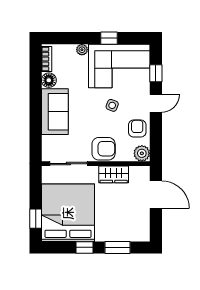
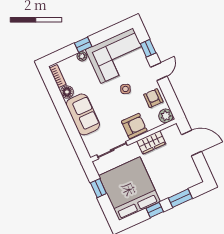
window: (109, 38) -> (83, 45), moved
window: (36, 219) -> (98, 188), moved

